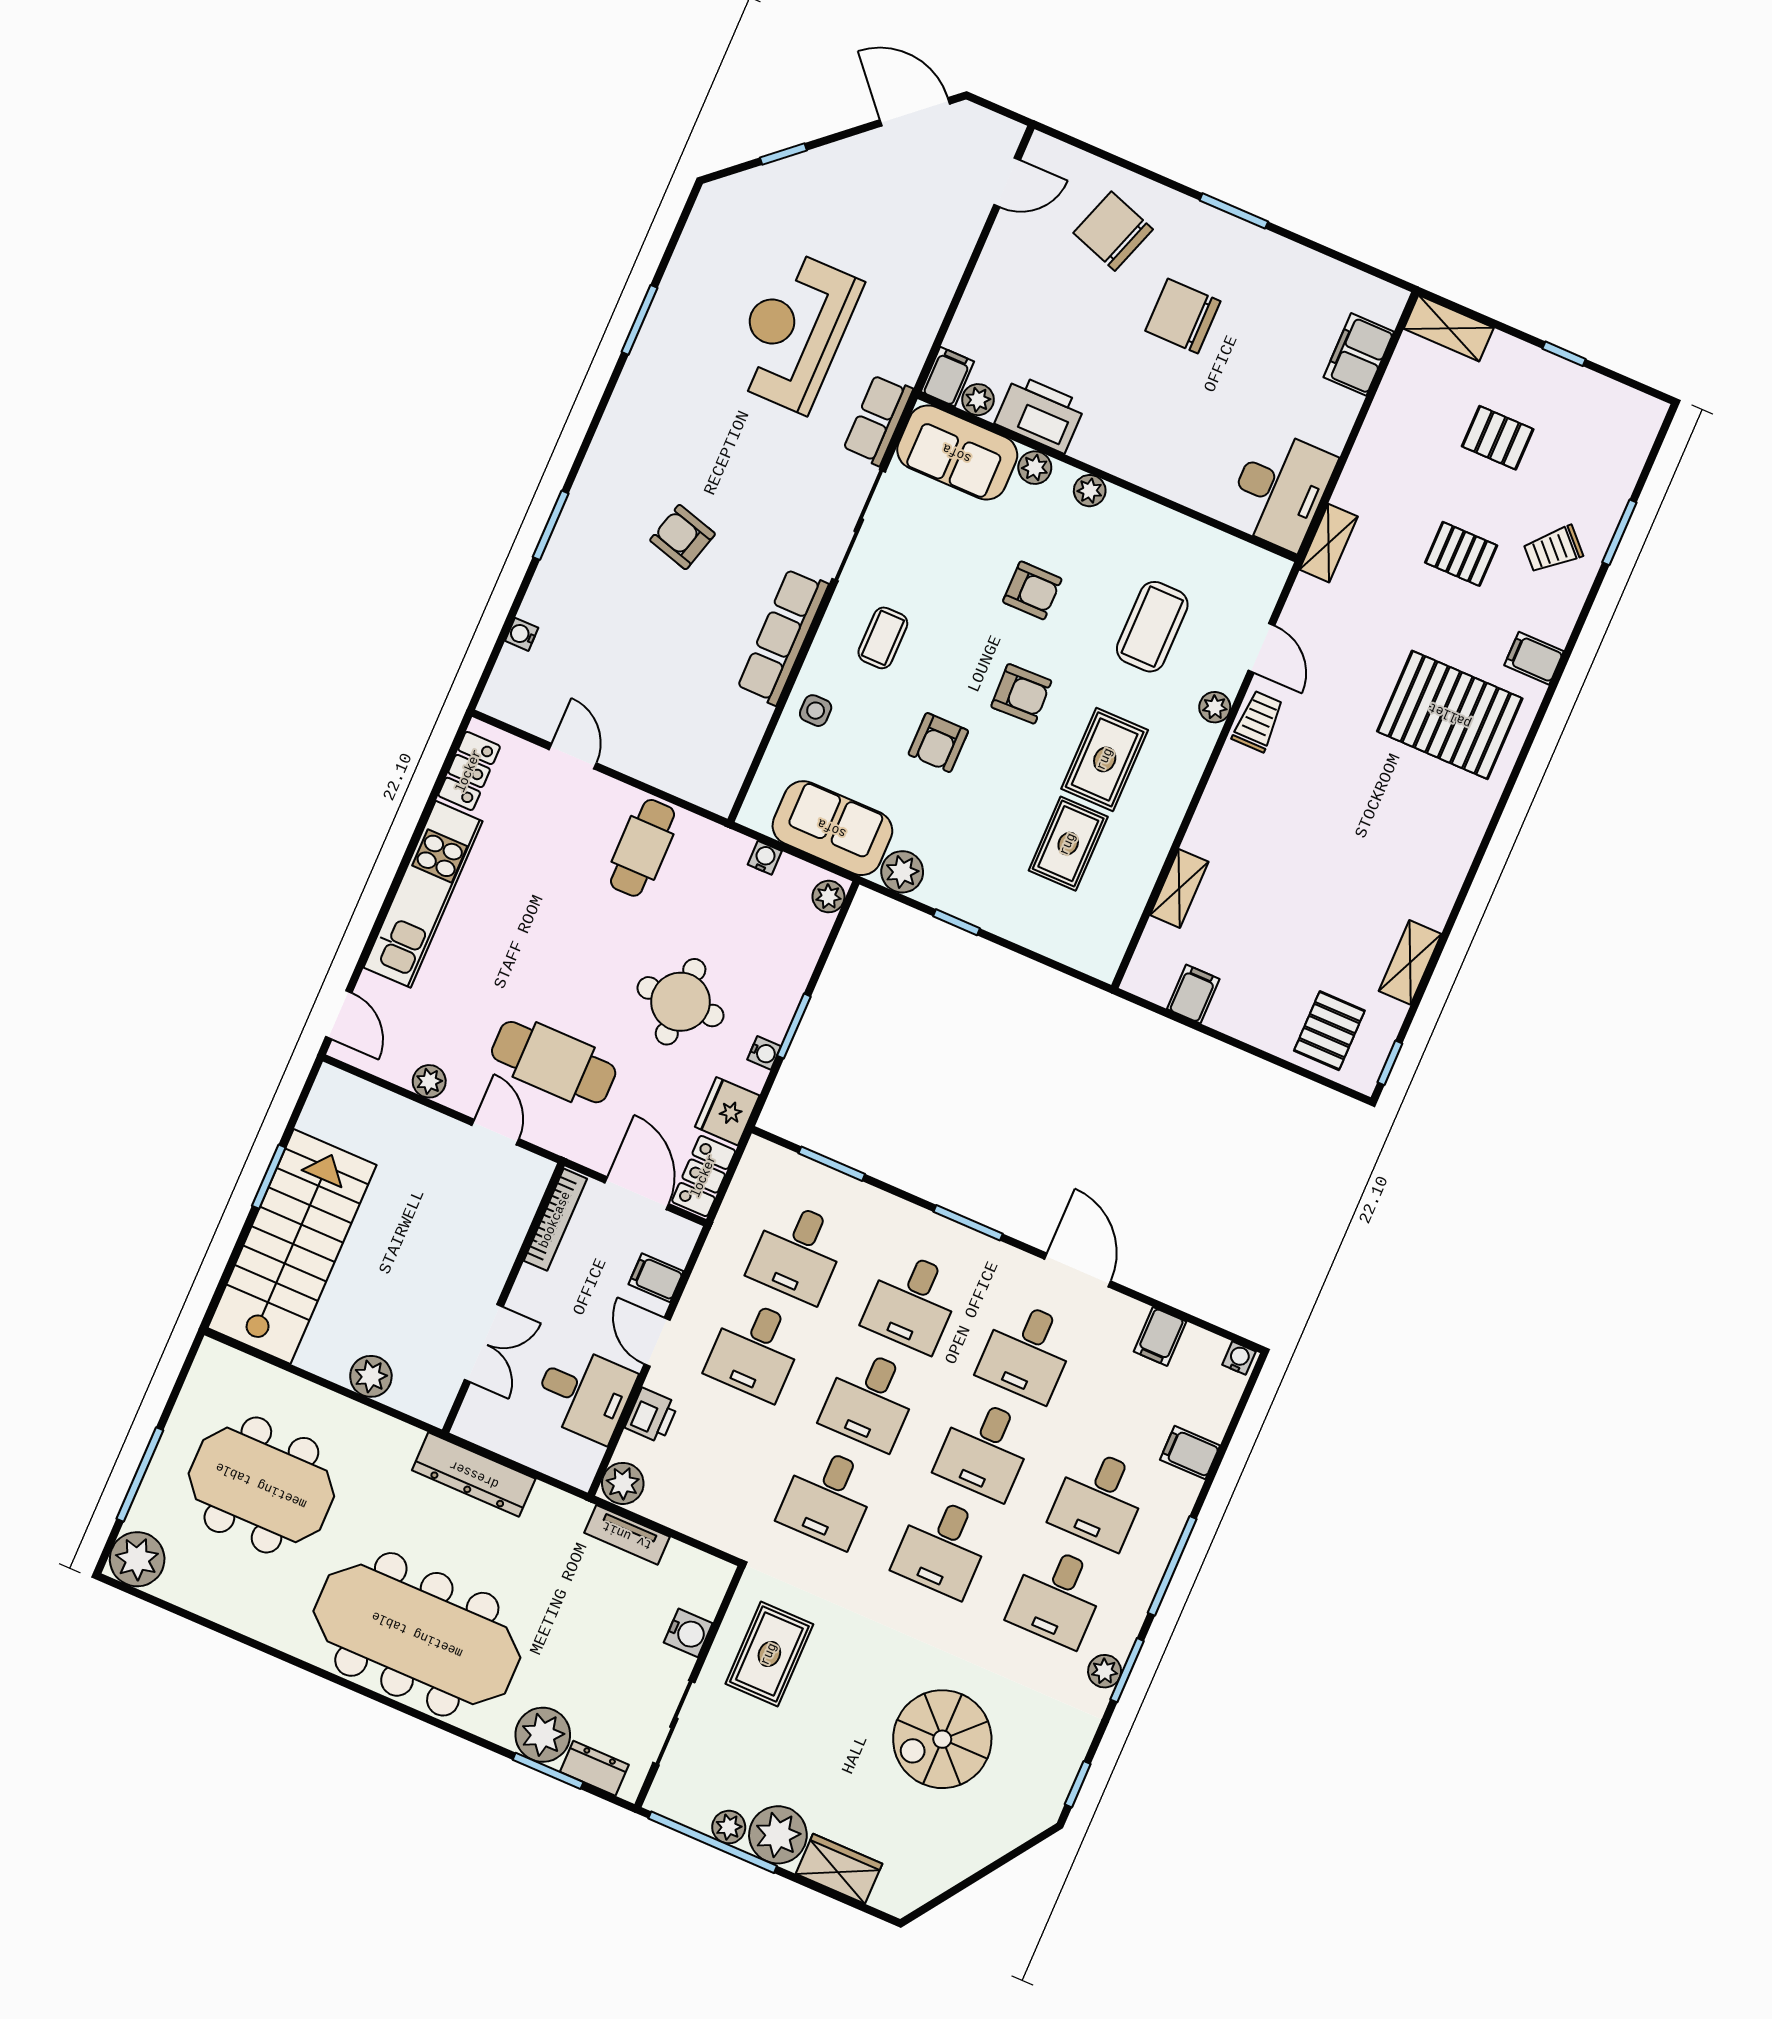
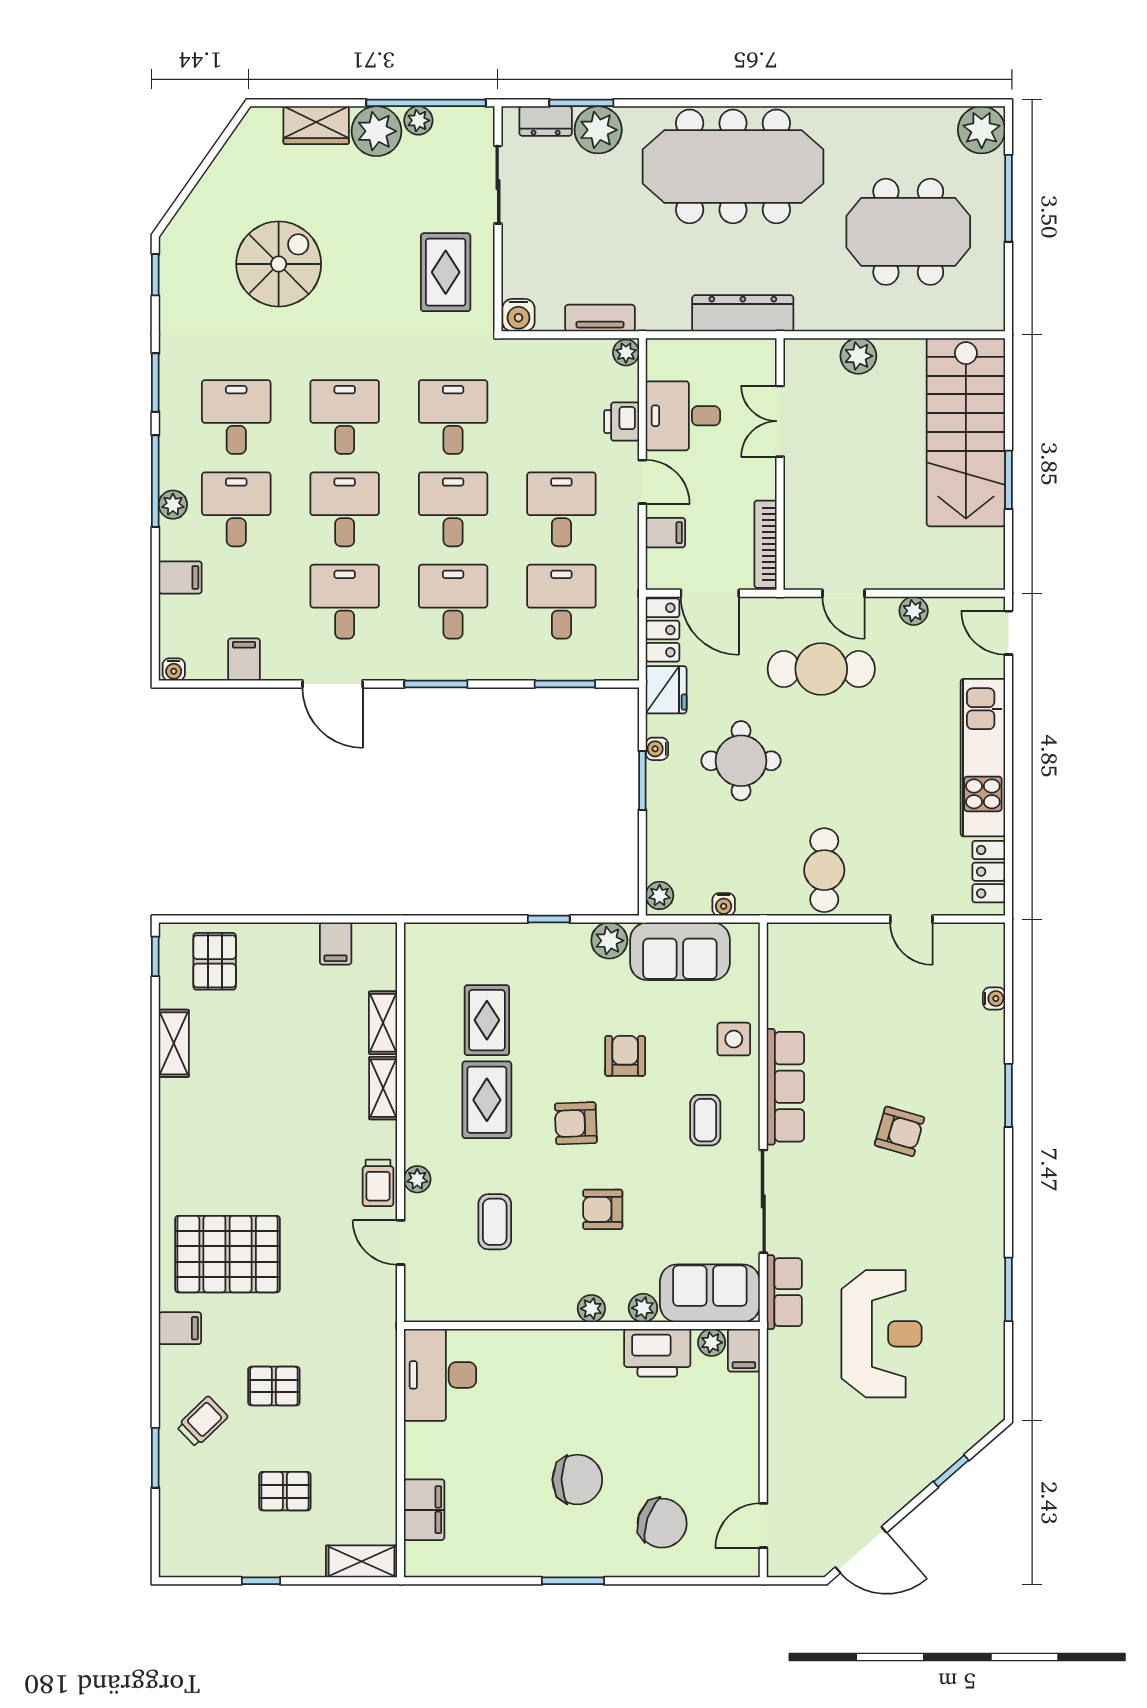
shelving: (1329, 543) -> (383, 1088), moved
coffee table: (1152, 627) -> (495, 1222), width x0.73, depth x0.77
side table: (816, 711) -> (734, 1039), width x1.37, depth x1.37
plant: (623, 1483) -> (626, 353), width x0.73, depth x0.73
water cooler: (688, 1633) -> (518, 315), moved, turned -90
plant: (1105, 1671) -> (173, 505), moved

